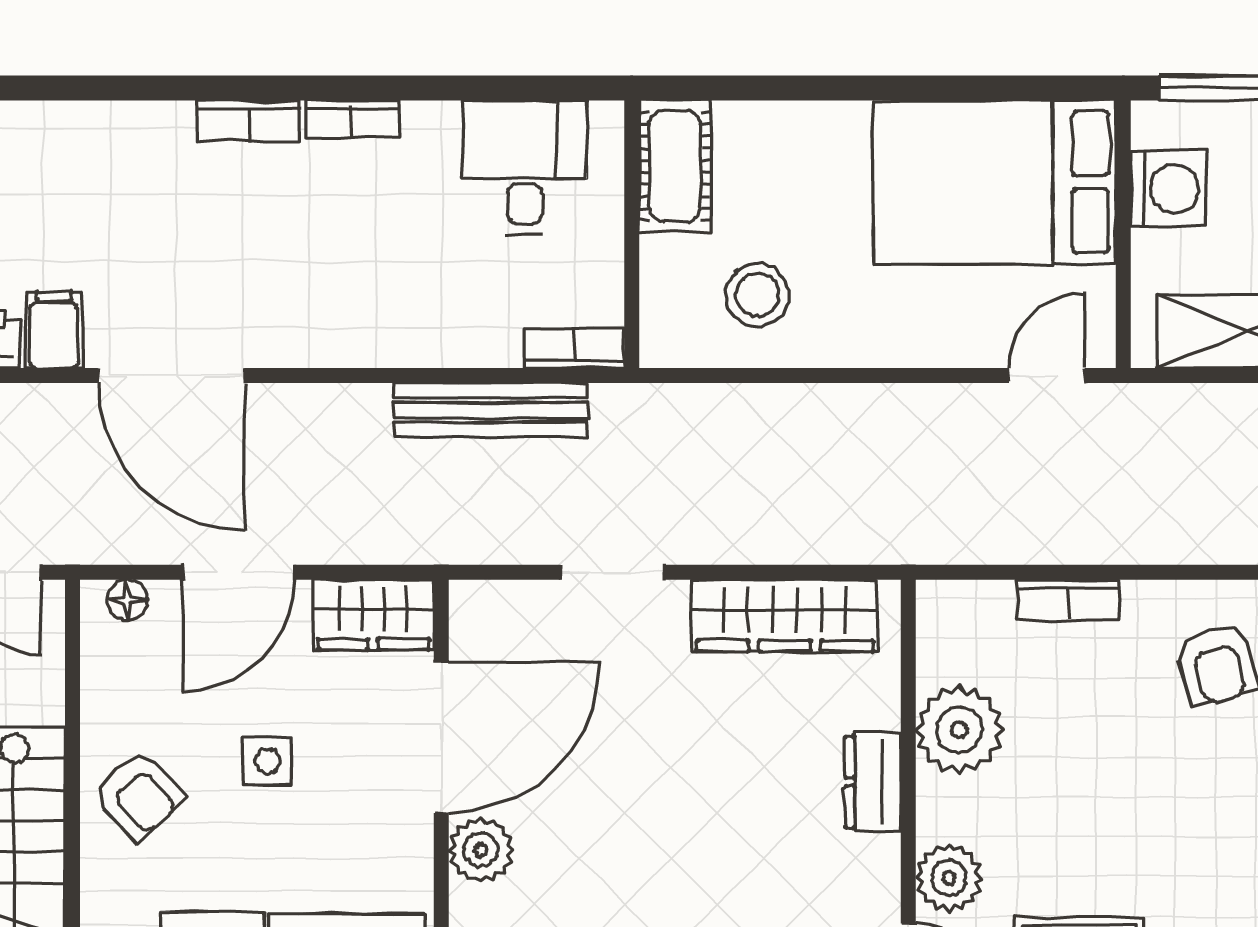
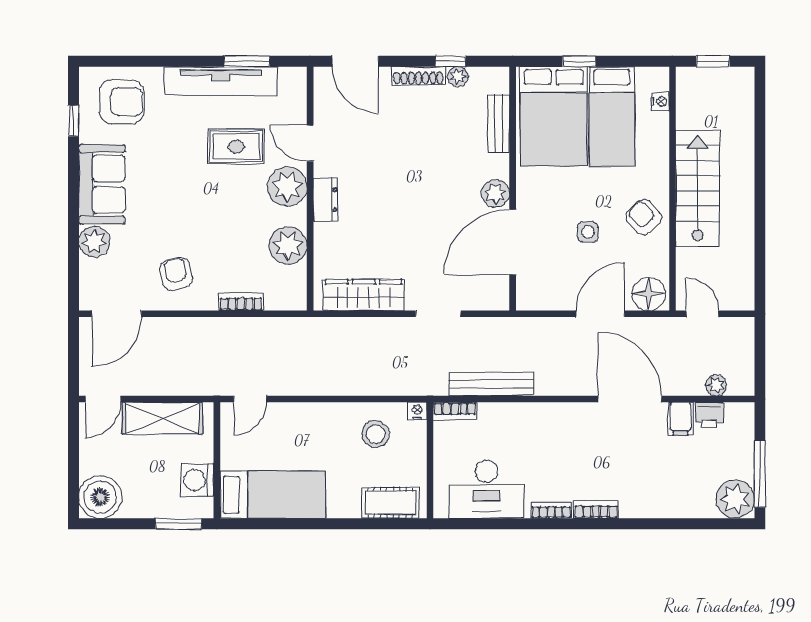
cot: (675, 166) -> (390, 503), moved, turned 90
desk: (524, 168) -> (487, 489), width x1.37
bed: (995, 182) -> (273, 495), width x0.67
nightstand: (661, 348) -> (417, 411), added
floor lamp: (127, 600) -> (649, 294), width x1.89, depth x1.89
wardrobe: (373, 615) -> (542, 295), removed
dresser: (873, 782) -> (325, 200), moved
plant: (949, 878) -> (287, 187), width x1.36, depth x1.36

